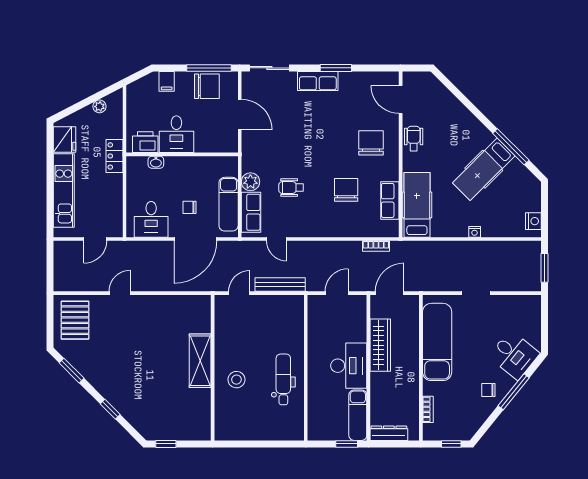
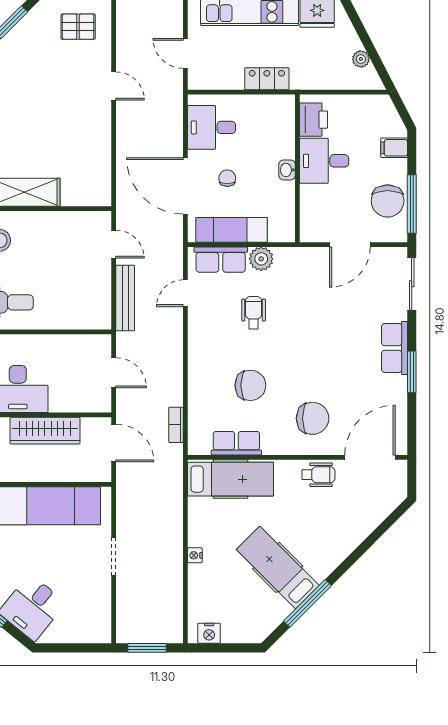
door: (401, 100) -> (370, 457), width x1.36
locker: (114, 156) -> (267, 79), moved
washbasin: (156, 162) -> (287, 170), moved
pallet: (75, 320) -> (78, 27), width x0.67, depth x0.71

